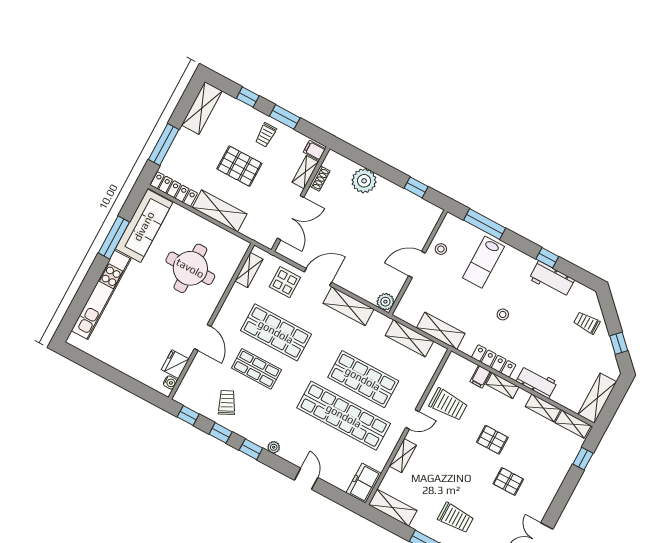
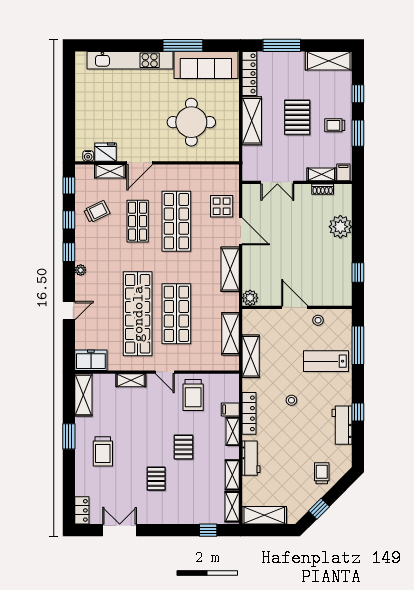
double door: (291, 218) -> (277, 182), width x0.73
shelving: (249, 270) -> (110, 171), moved

